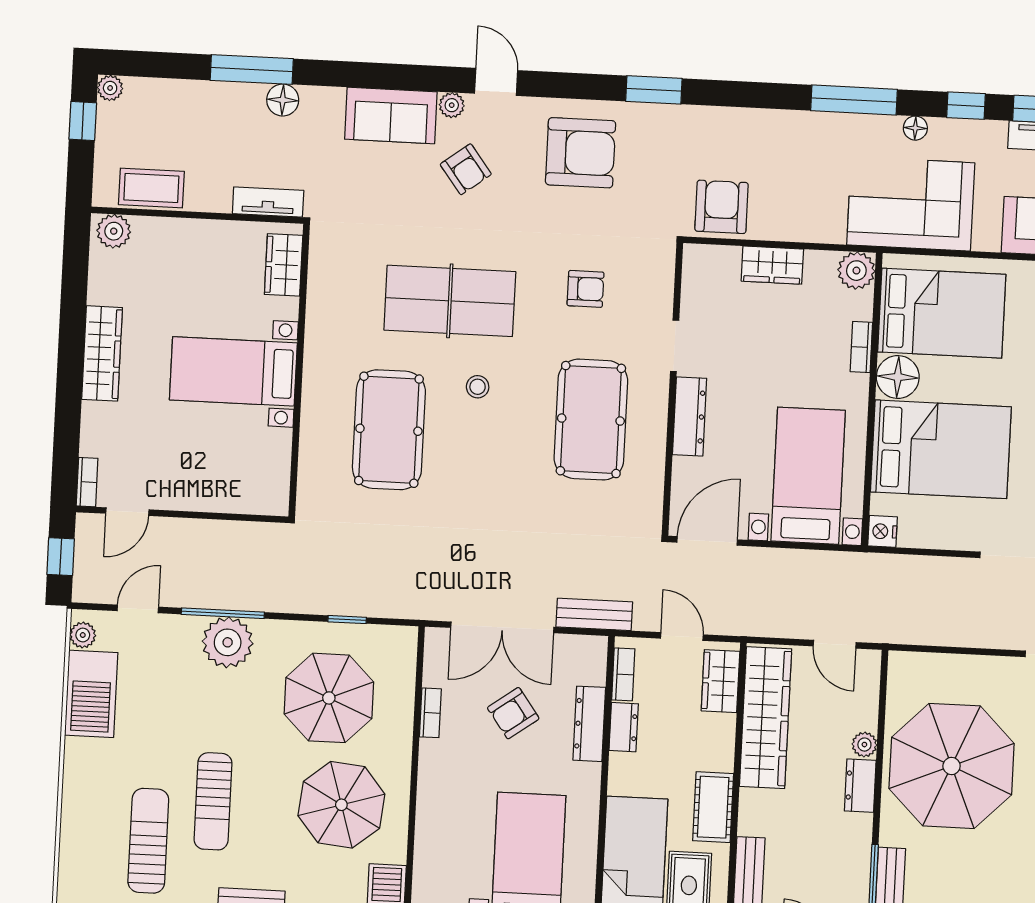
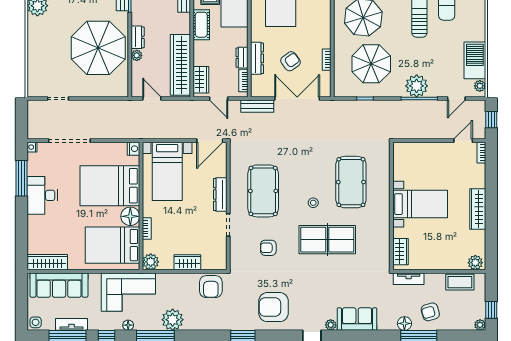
plant: (813, 135) -> (173, 320), added
armchair: (466, 169) -> (430, 312), moved, turned -69

